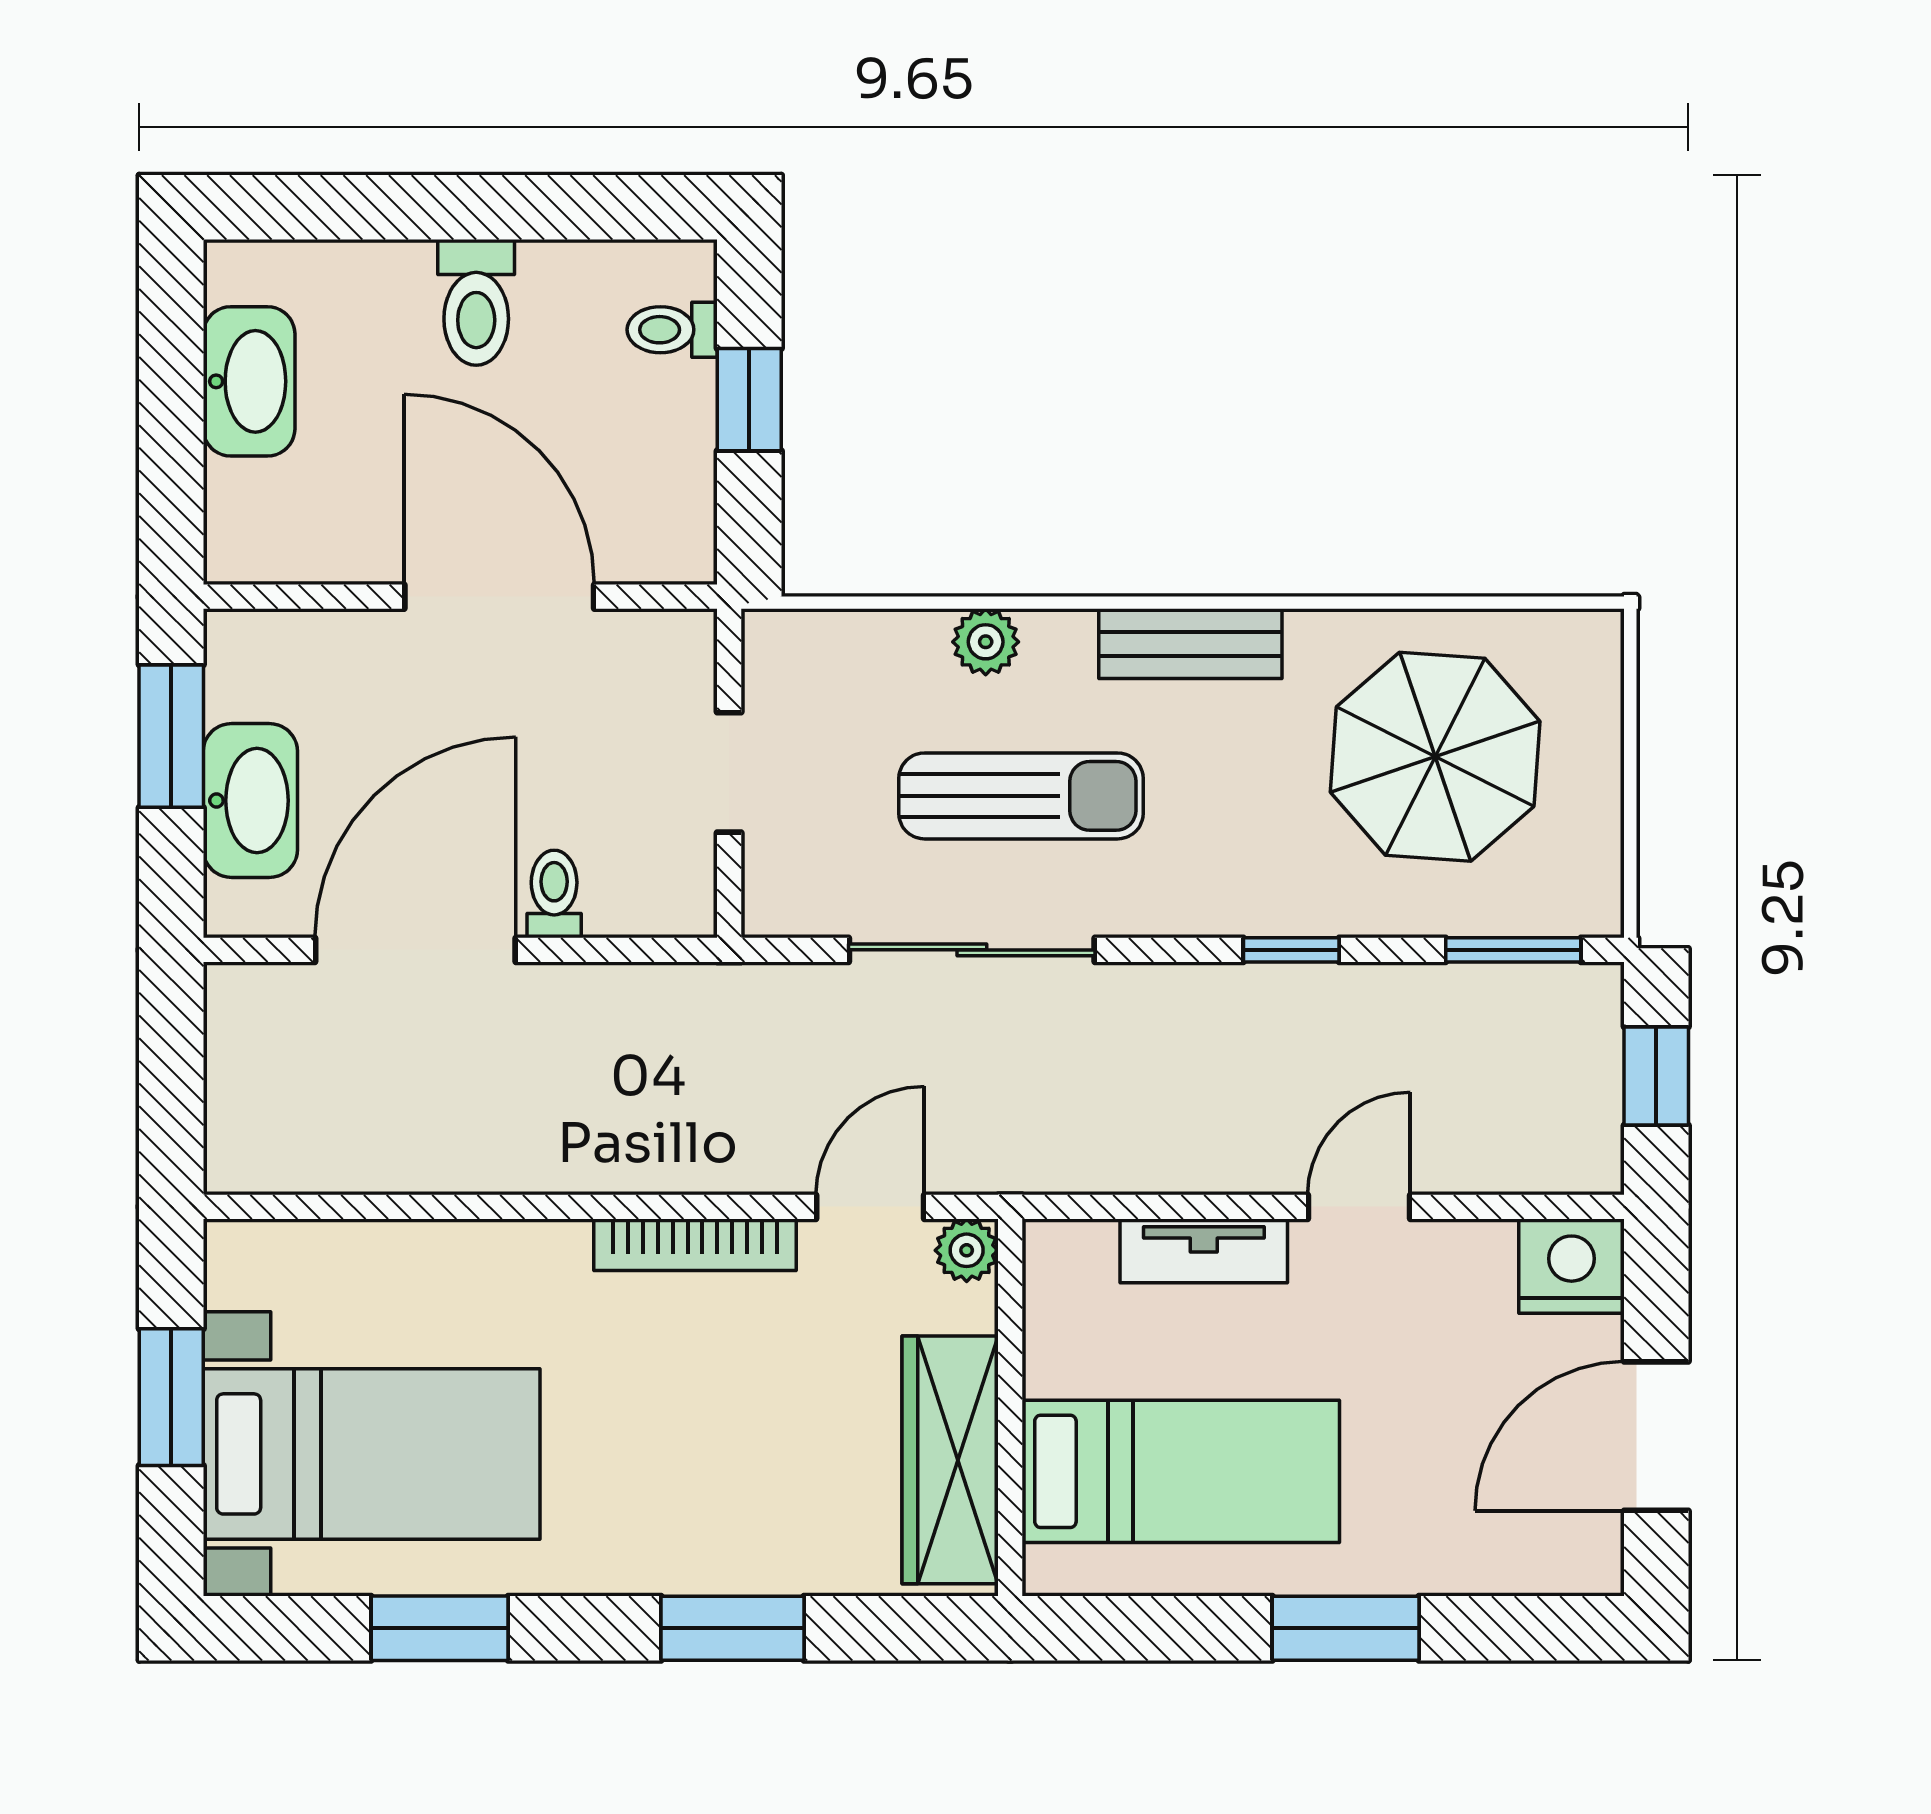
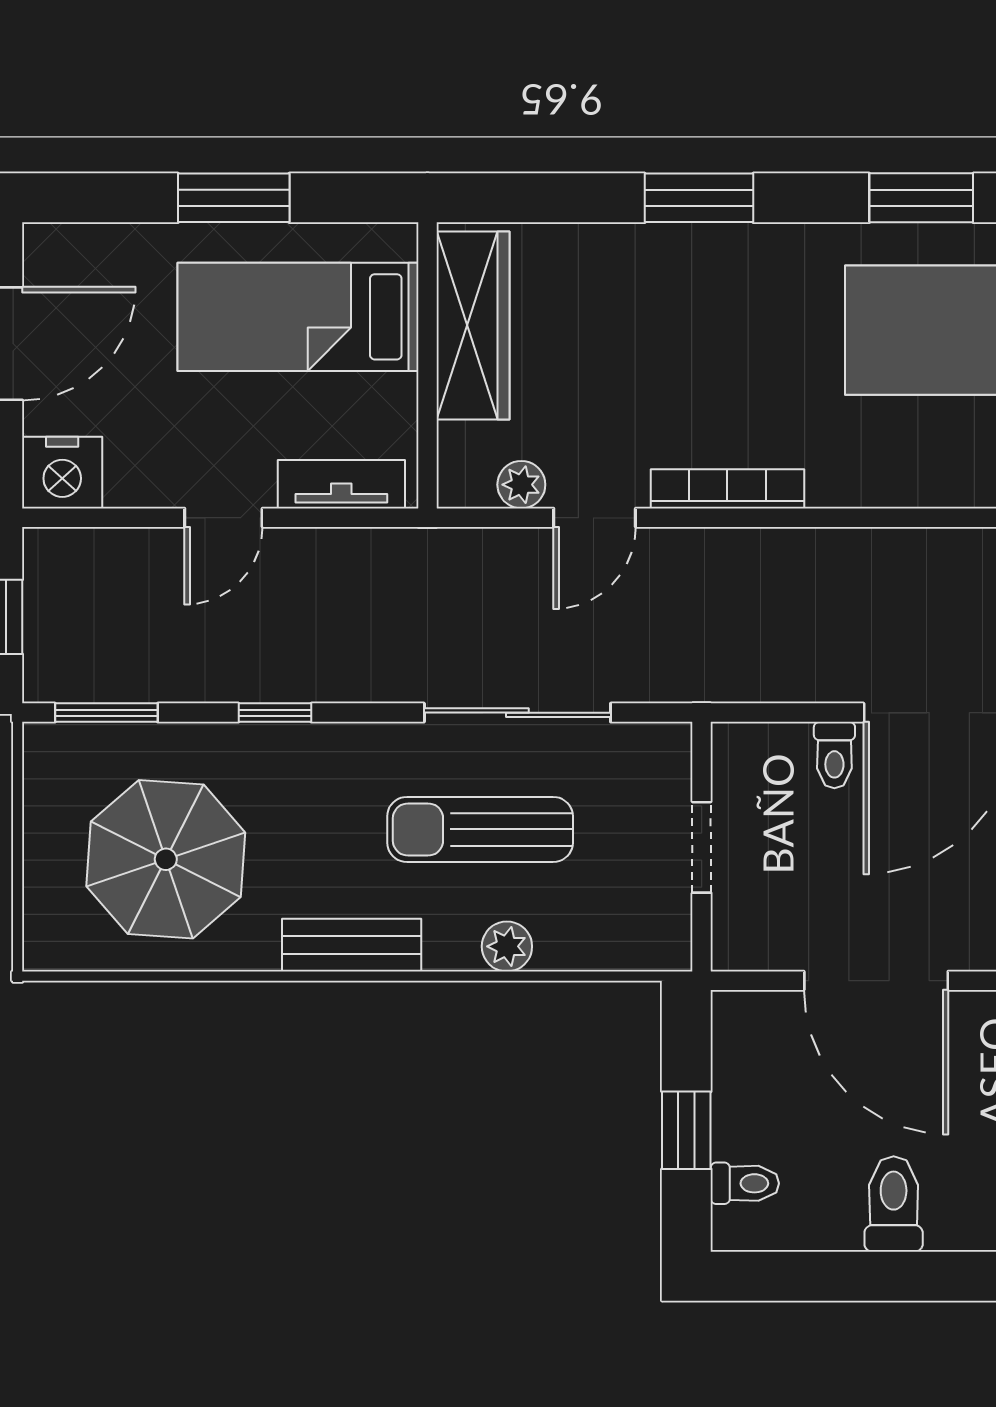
wall: (1010, 1408) -> (427, 365), moved
wardrobe: (950, 1460) -> (473, 326), moved
bed: (1181, 1471) -> (298, 317), moved

